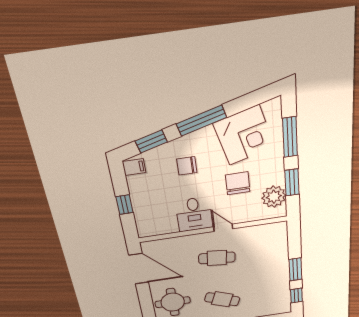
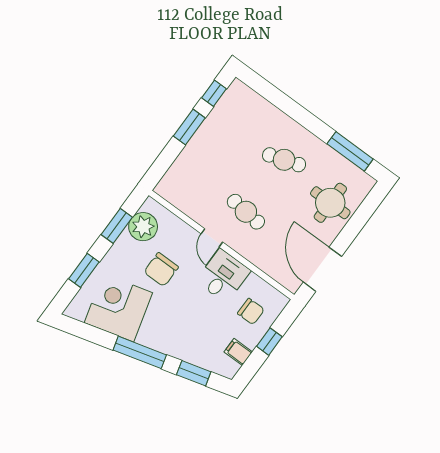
window: (290, 137) -> (84, 270), width x0.69
chair: (187, 166) -> (251, 311), moved
filing cabinet: (134, 167) -> (238, 352), moved
cafe table: (222, 299) -> (284, 160), turned -39

